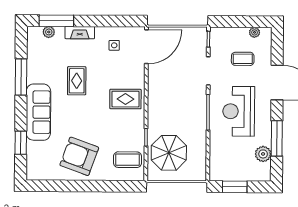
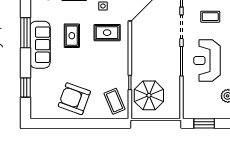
rug: (125, 99) -> (107, 33), moved
sofa: (38, 112) -> (40, 45), moved
coffee table: (128, 160) -> (115, 101), turned 67

